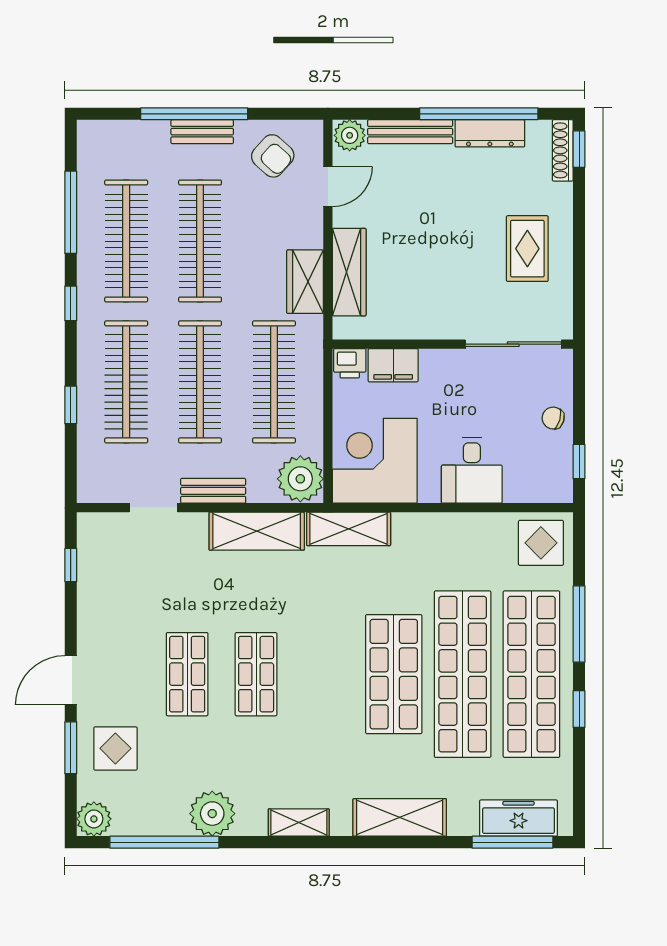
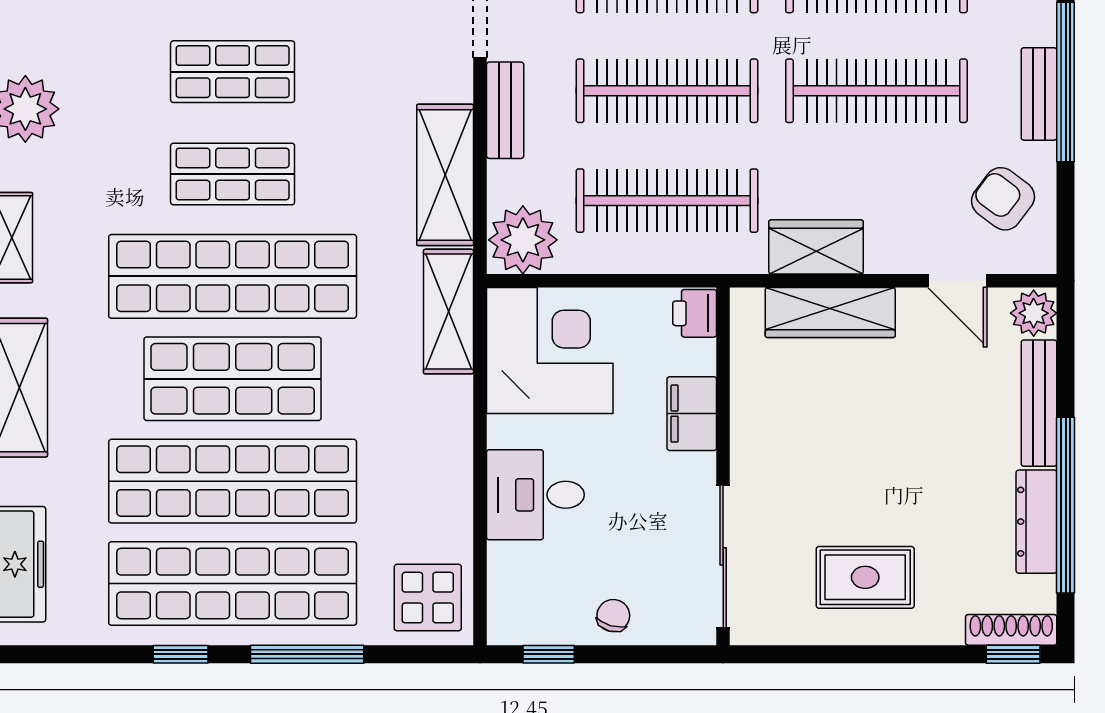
armchair: (273, 156) -> (1003, 199), turned 85
filing cabinet: (393, 365) -> (692, 414), moved
shop shelf: (325, 674) -> (233, 276), added

